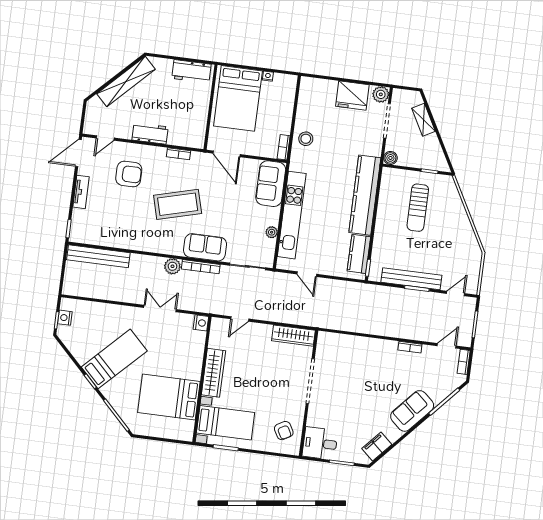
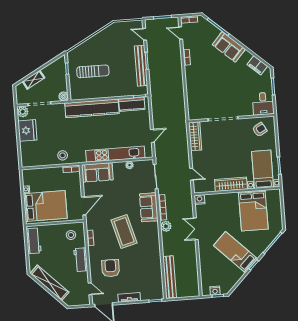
stool: (188, 127) -> (71, 235), added

